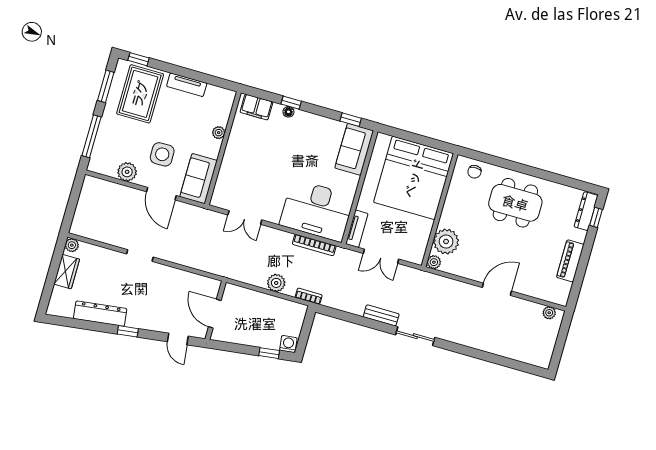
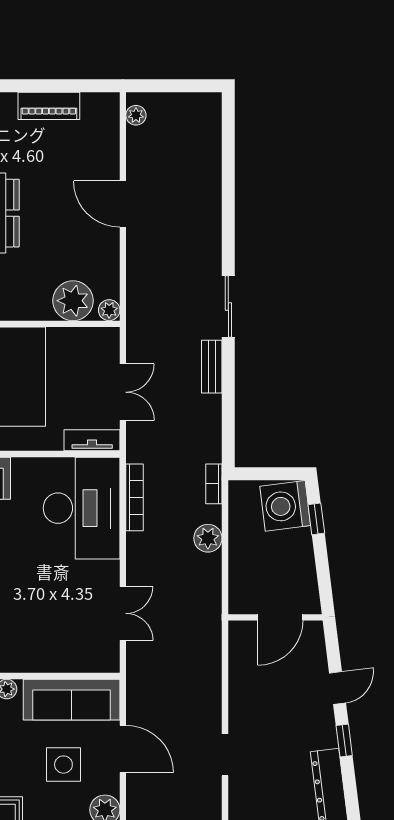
sofa: (198, 179) -> (72, 700), width x1.36
door: (161, 194) -> (123, 749), hinge flipped
door: (178, 339) -> (338, 688), moved
washing machine: (288, 344) -> (285, 506), width x1.89, depth x1.89

